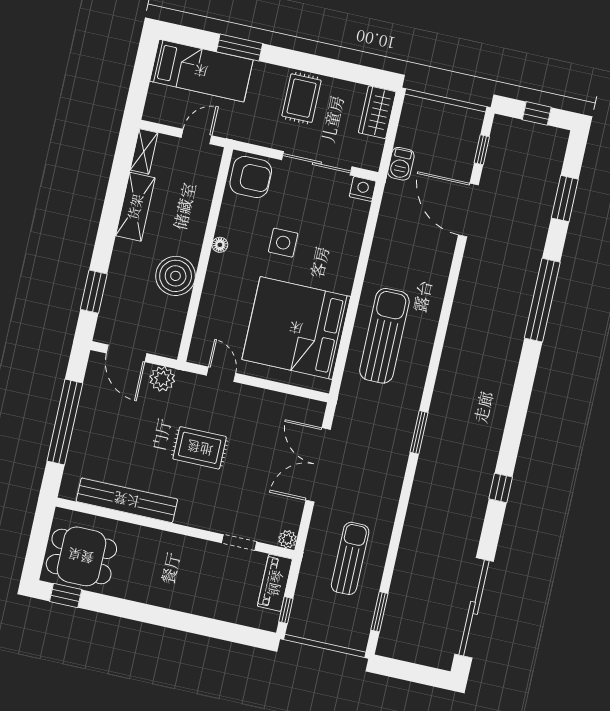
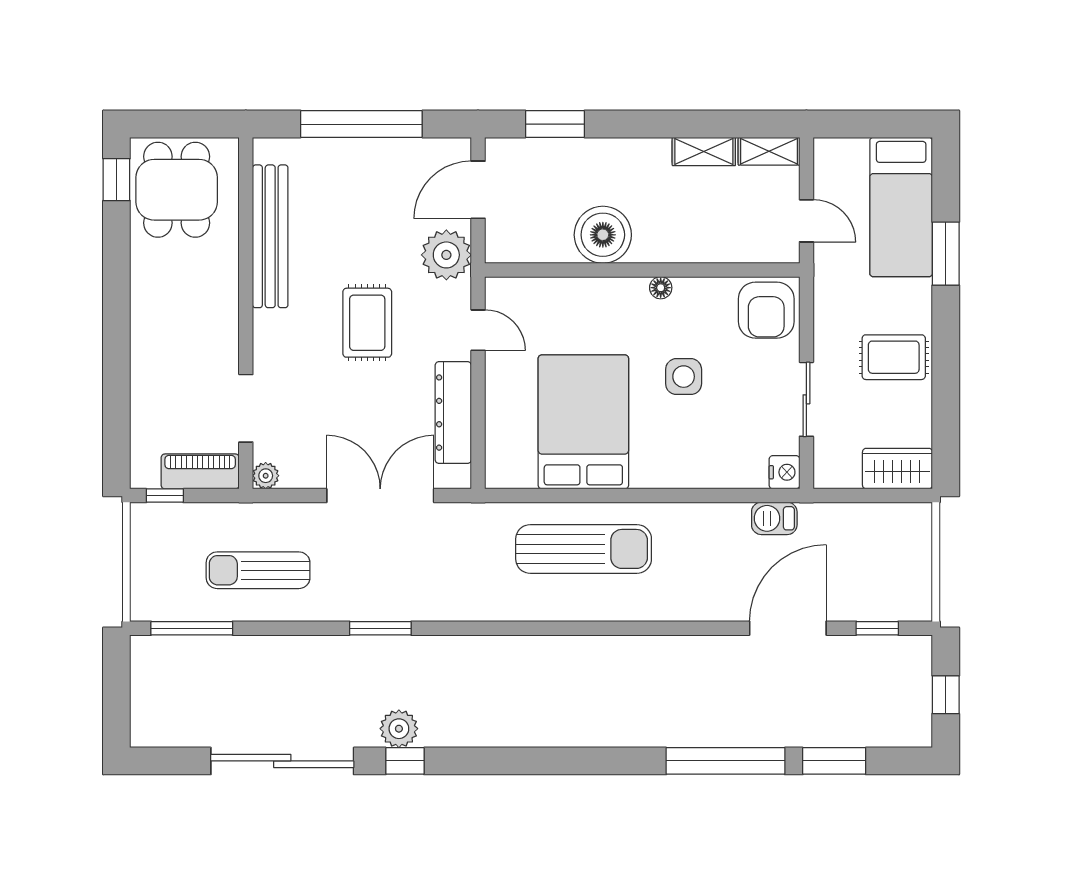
sliding door: (317, 163) -> (806, 399), width x0.73
barbecue: (401, 164) -> (774, 518), moved
shelving: (135, 207) -> (704, 151), width x0.67, depth x0.75
window: (542, 300) -> (725, 761), moved
bed: (296, 328) -> (583, 422), width x0.73
door: (221, 374) -> (478, 330), hinge flipped
plant: (162, 379) -> (446, 255), width x1.36, depth x1.36
dresser: (273, 403) -> (453, 413), added
window: (419, 432) -> (380, 628), moved
plant: (478, 487) -> (399, 729), added
doorway: (239, 542) -> (246, 408), width x1.38
sun lounger: (350, 558) -> (258, 570), turned 180
sliding door: (474, 608) -> (282, 761), moved
window: (379, 612) -> (192, 628), width x1.44

